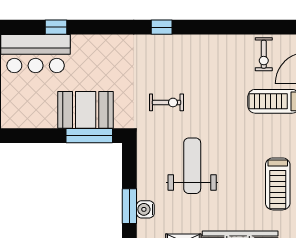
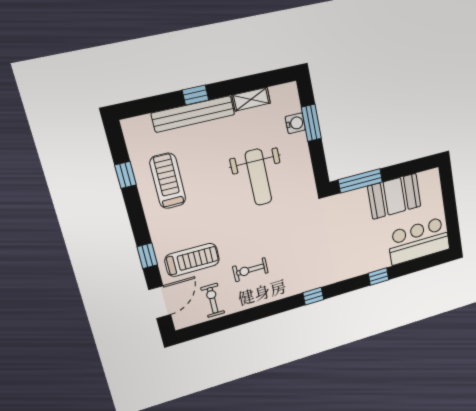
window: (56, 27) -> (379, 276), moved
exercise bike: (167, 102) -> (250, 270), moved
booth: (86, 110) -> (394, 196), moved

